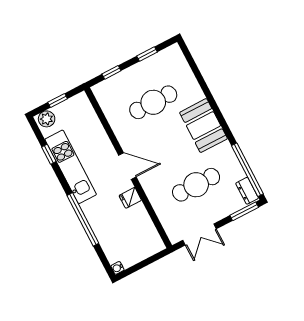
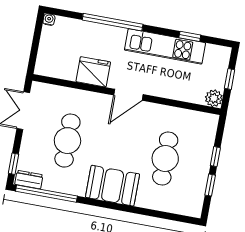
window: (111, 72) -> (215, 157), moved
plant: (47, 119) -> (214, 98), moved
fridge: (130, 198) -> (93, 72), width x1.88, depth x1.34
window: (244, 211) -> (13, 164), width x0.67

